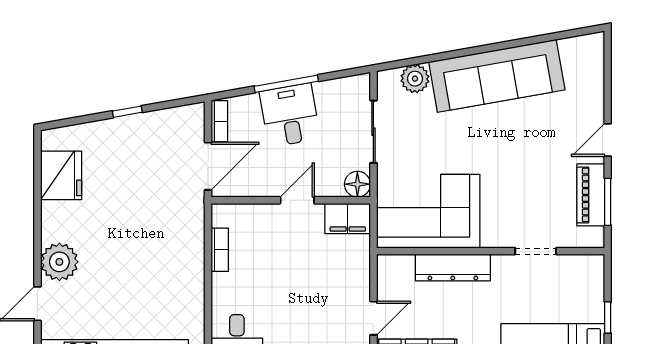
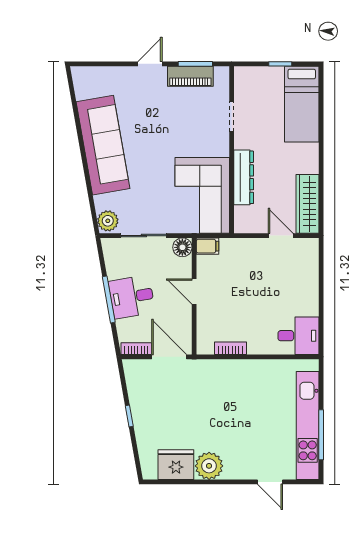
plant: (415, 79) -> (108, 221), moved
door: (608, 140) -> (150, 64), swing flipped
filing cabinet: (348, 218) -> (208, 246), width x0.50
plant: (59, 262) -> (209, 466), moved

